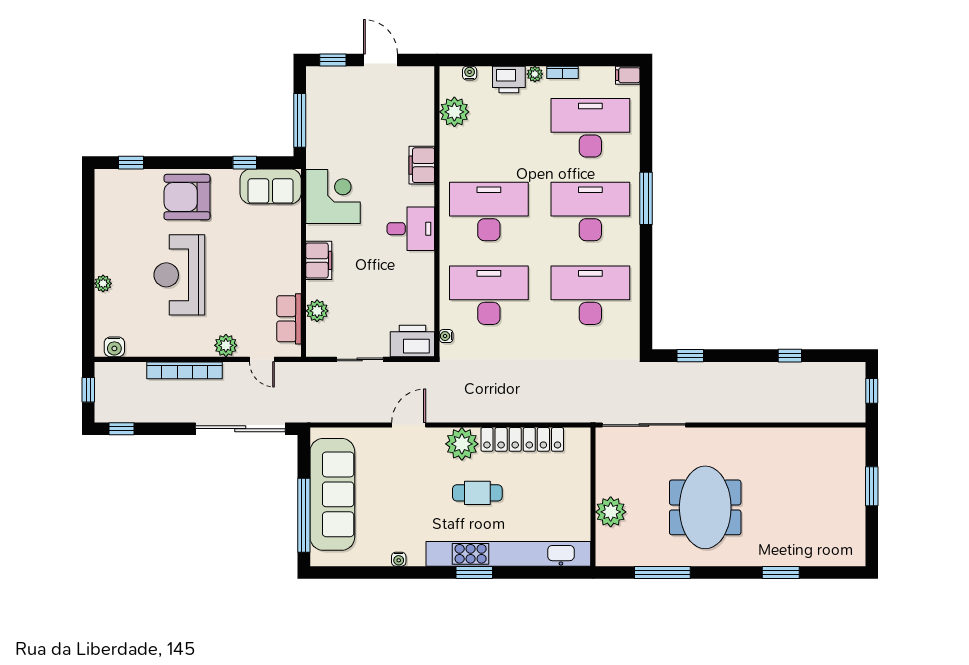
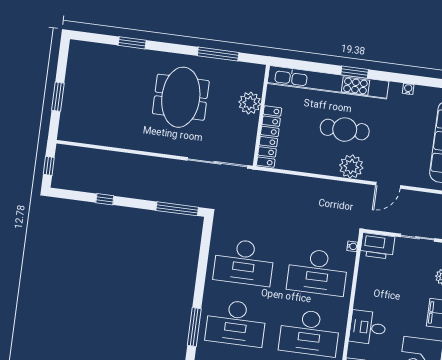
window: (690, 356) -> (177, 209), width x2.17
locker: (522, 439) -> (269, 137), moved, turned 90
cafe table: (477, 493) -> (345, 130), width x1.37, depth x1.35

